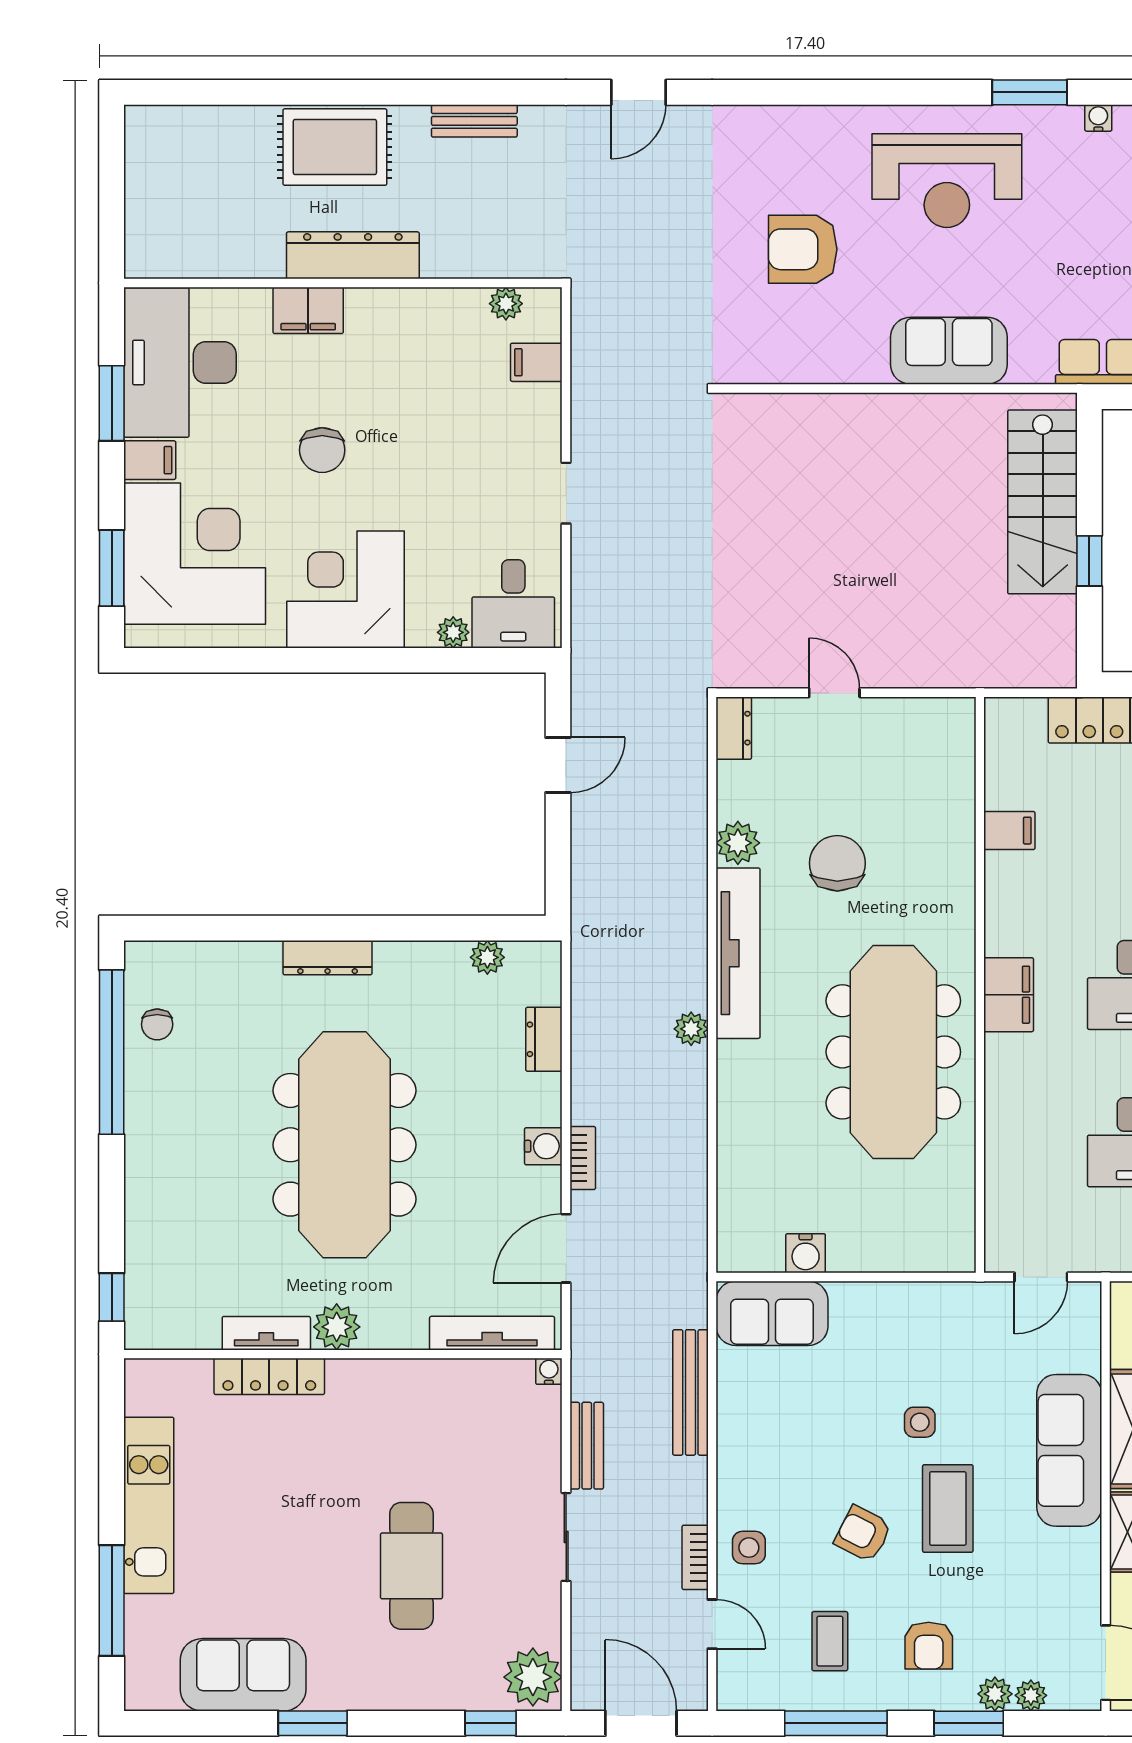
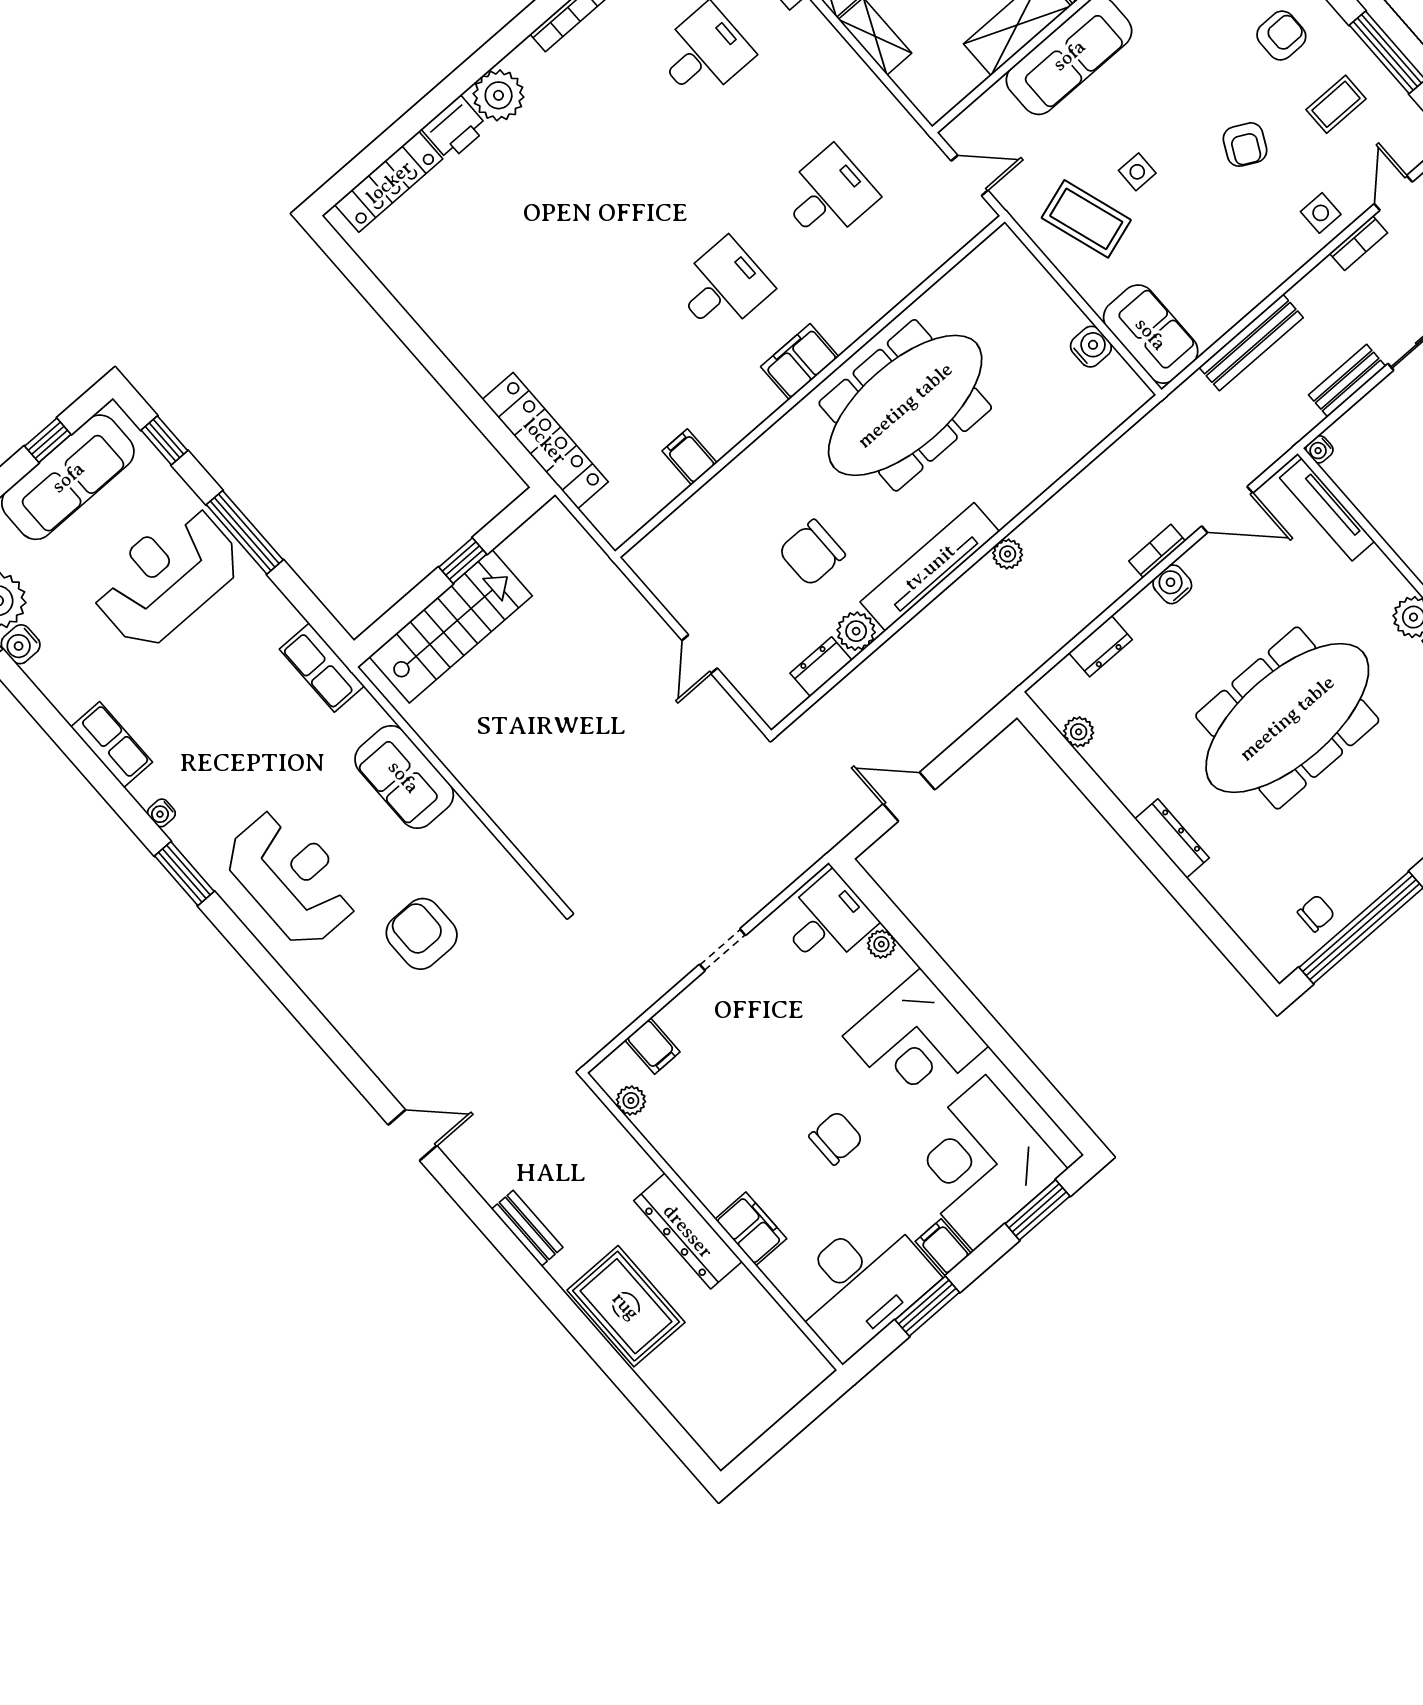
armchair: (803, 249) -> (422, 934), turned 180
dresser: (734, 728) -> (821, 667), moved
coffee table: (948, 1508) -> (1086, 219), moved, turned 72

